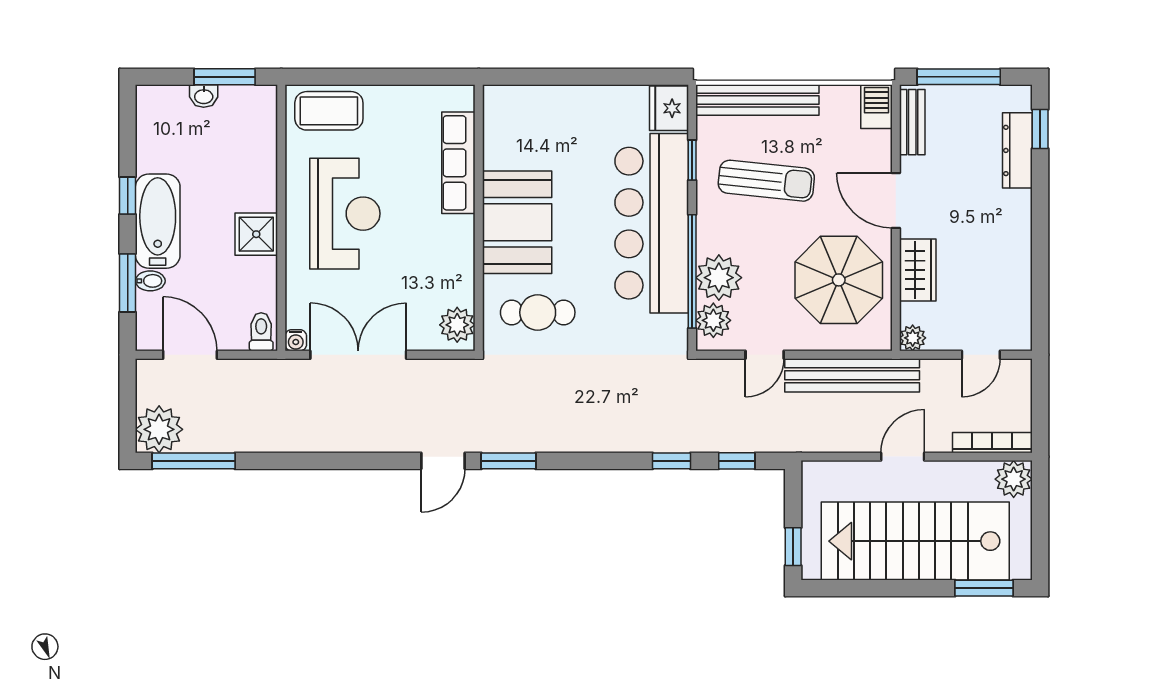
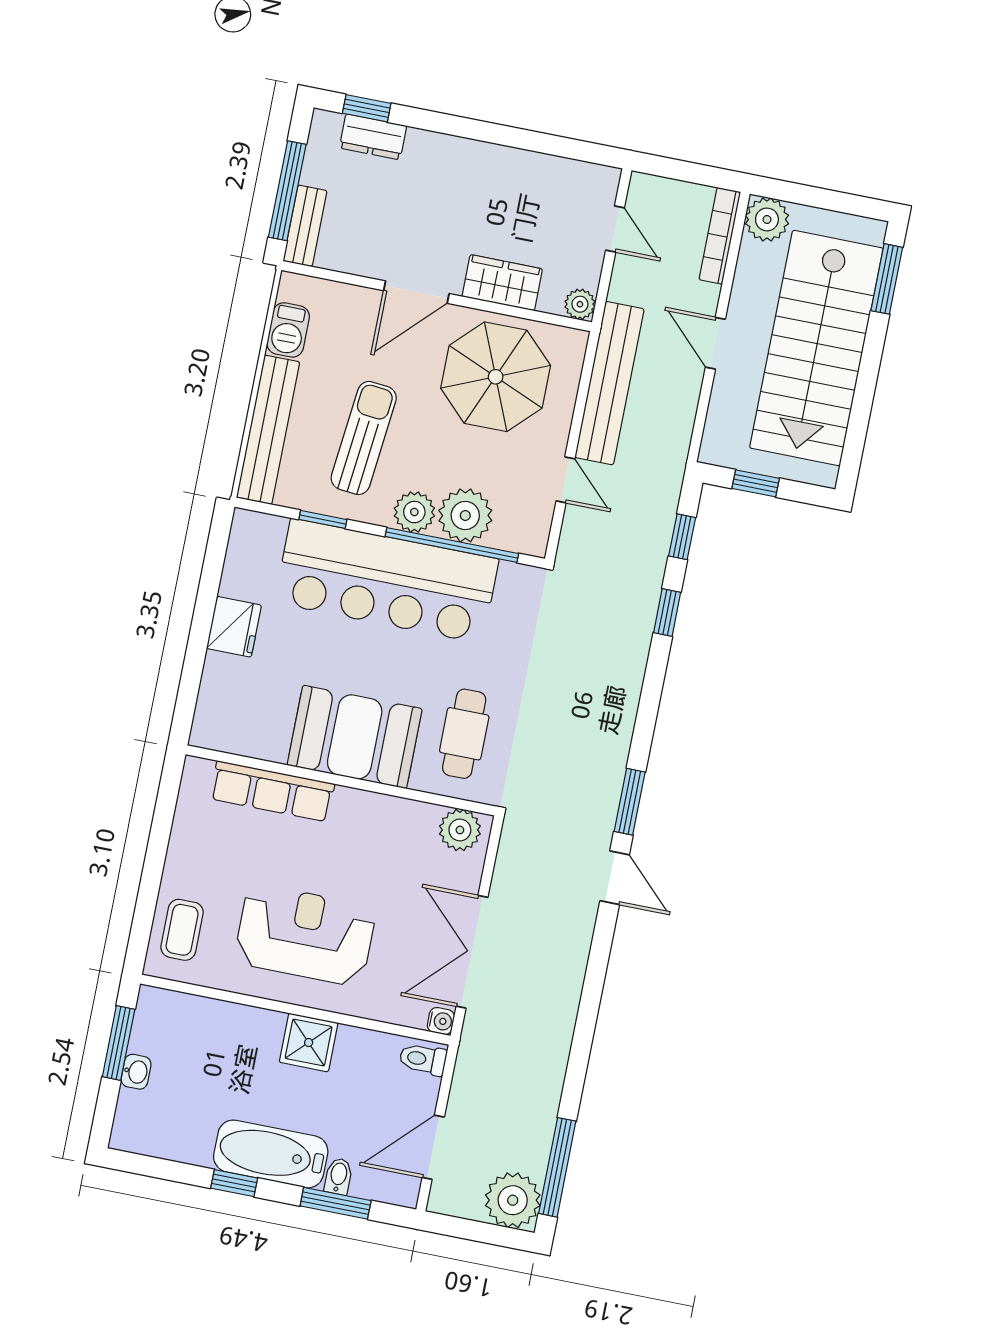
barbecue: (876, 107) -> (288, 330), moved, turned -90
fridge: (669, 108) -> (234, 627), moved, turned -90
coffee table: (329, 111) -> (182, 930), width x0.73, depth x0.77
bench: (912, 122) -> (305, 226), moved, turned 90
dresser: (1017, 150) -> (373, 137), width x0.70
plant: (713, 320) -> (414, 512), moved
window: (793, 547) -> (756, 483), moved

